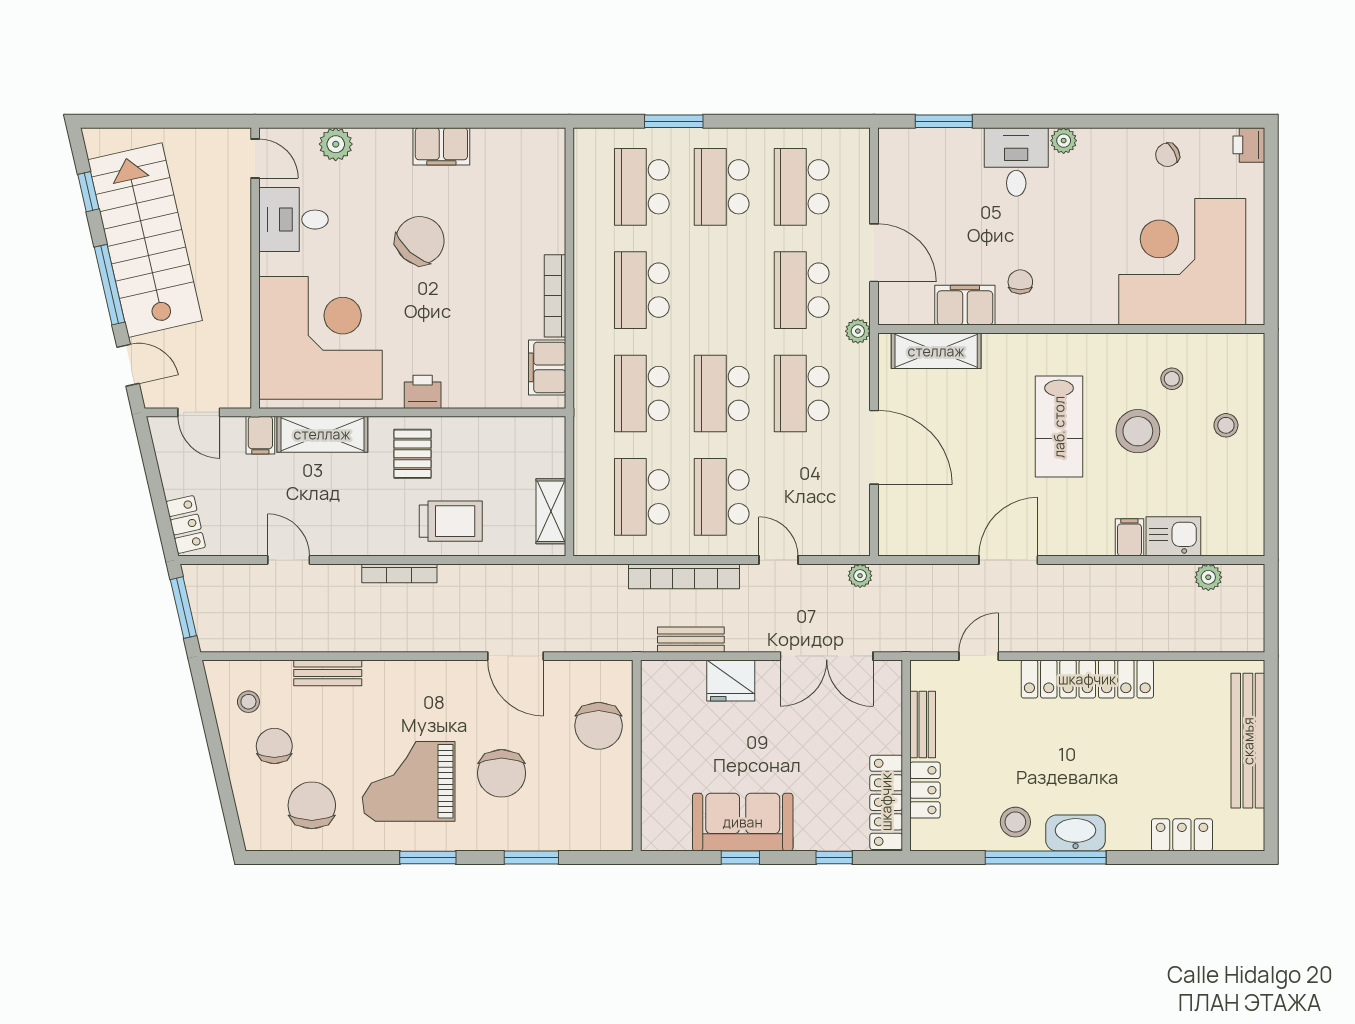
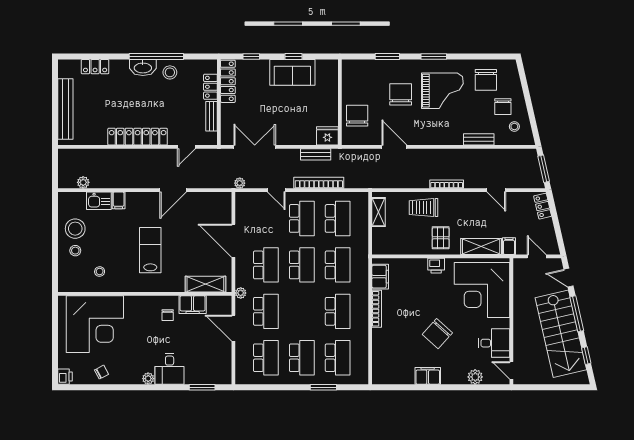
stool: (1138, 431) -> (75, 229), moved
fridge: (731, 681) -> (327, 136), moved

